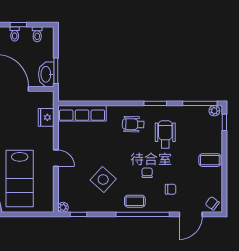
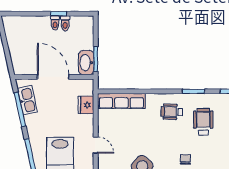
toilet: (37, 34) -> (65, 23), moved

